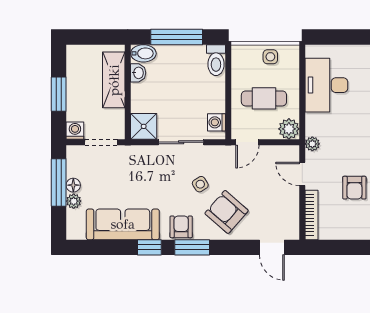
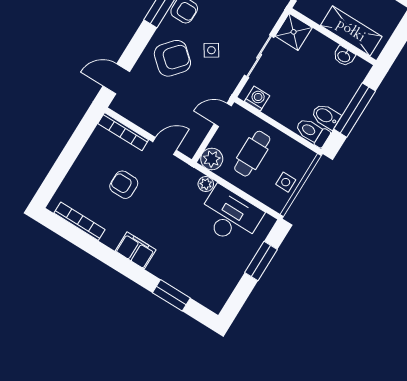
window: (347, 37) -> (261, 261), added
bidet: (143, 53) -> (326, 116), moved, turned 90
door: (247, 142) -> (223, 115), hinge flipped
plant: (312, 144) -> (206, 184), moved

